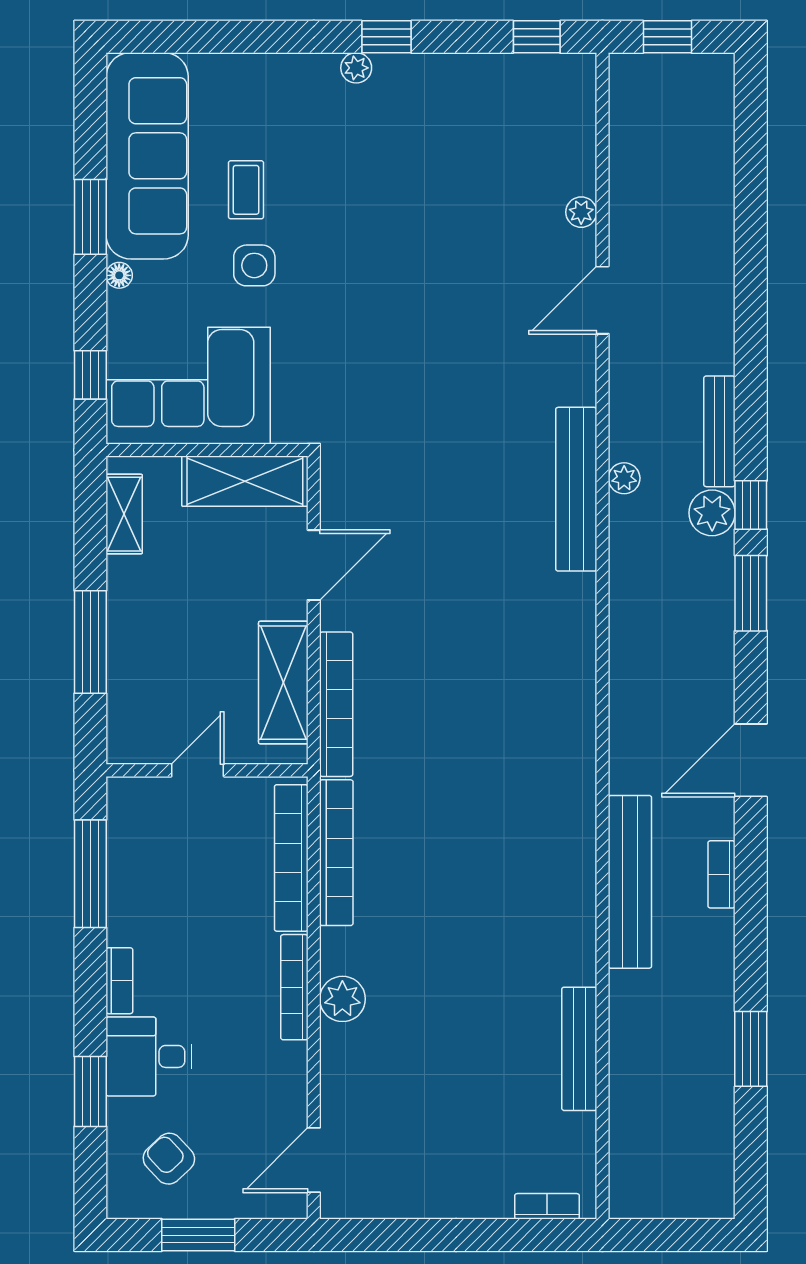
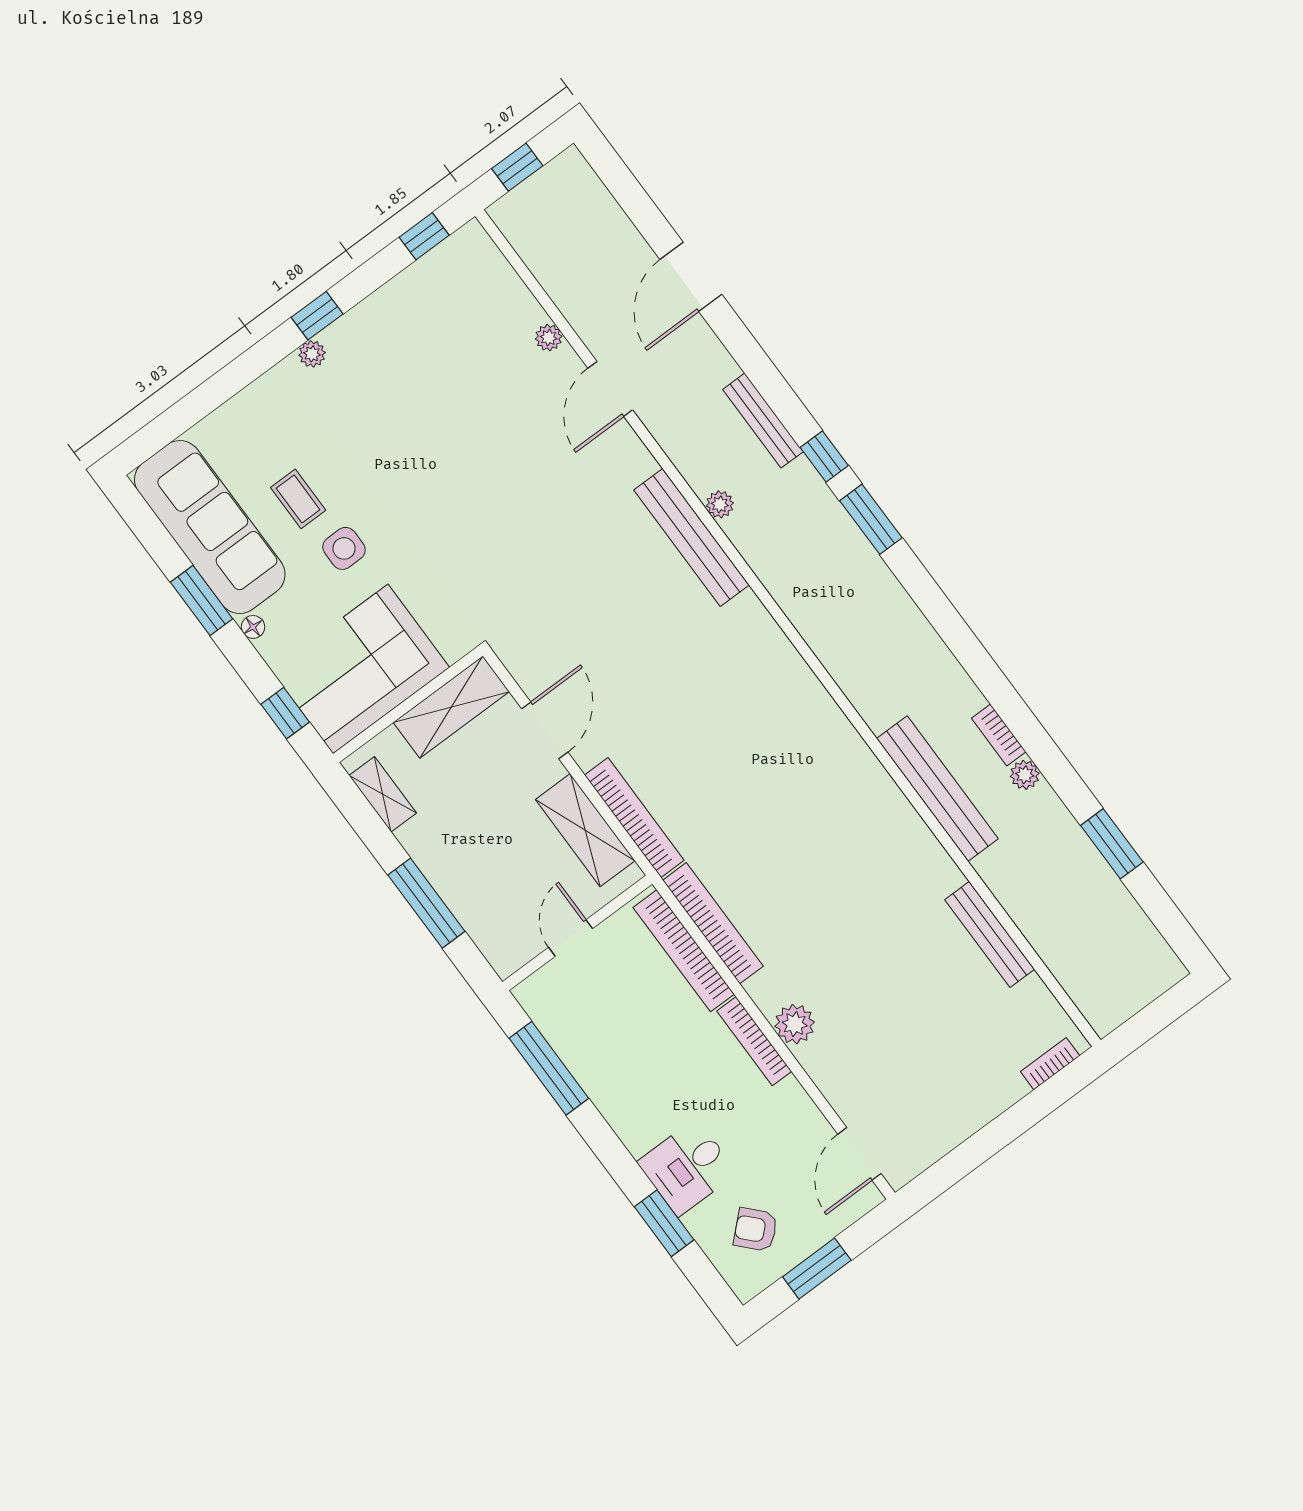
plant: (712, 513) -> (1025, 775), moved, width x0.73, depth x0.73
door: (751, 760) -> (691, 277), moved
bookcase: (119, 981) -> (626, 1129), removed

